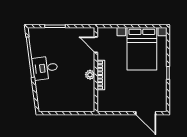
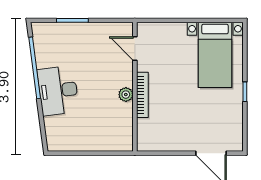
bed with nightstands: (142, 49) -> (215, 55), width x0.73
desk: (45, 68) -> (58, 91), width x1.37

